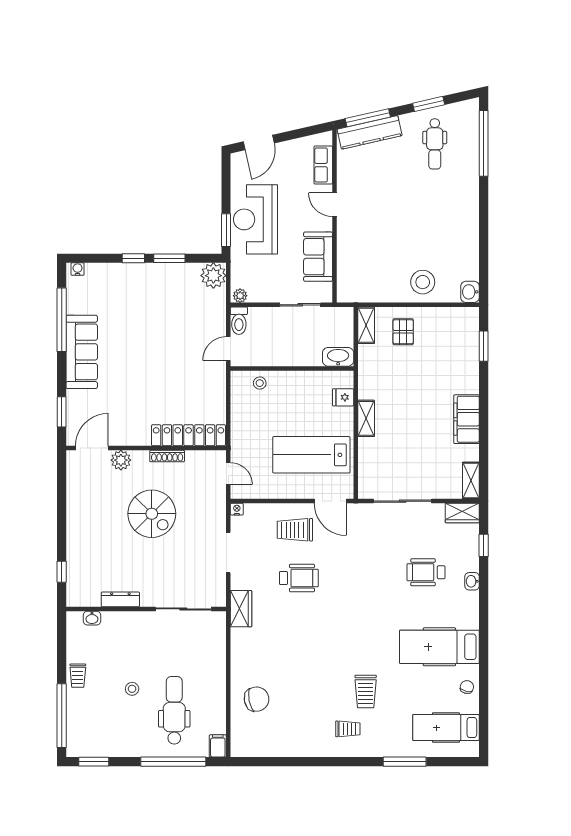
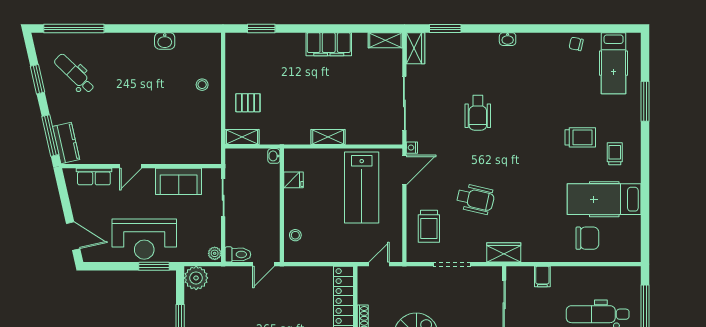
kitchen counter: (370, 132) -> (66, 143), width x0.67
dental chair: (435, 144) -> (74, 74), turned -136
stool: (423, 282) -> (202, 85), width x0.53, depth x0.53
washbasin: (470, 292) -> (165, 41), moved
door: (228, 349) -> (263, 264), hinge flipped
washbasin: (338, 357) -> (274, 156), width x0.52, depth x0.69
fridge: (343, 397) -> (293, 180), moved, turned -90
nightstand: (237, 509) -> (412, 148), moved
trolley: (295, 530) -> (429, 226), moved
window: (484, 545) -> (445, 28), width x1.50
wheelchair: (426, 572) -> (478, 113), moved
wheelchair: (299, 578) -> (475, 199), turned 103
washbasin: (472, 581) -> (508, 39), moved
hospital bed: (439, 647) -> (604, 199), moved, turned 90
chair: (257, 699) -> (587, 238), turned 101
filing cabinet: (218, 746) -> (542, 277), moved, turned -90

